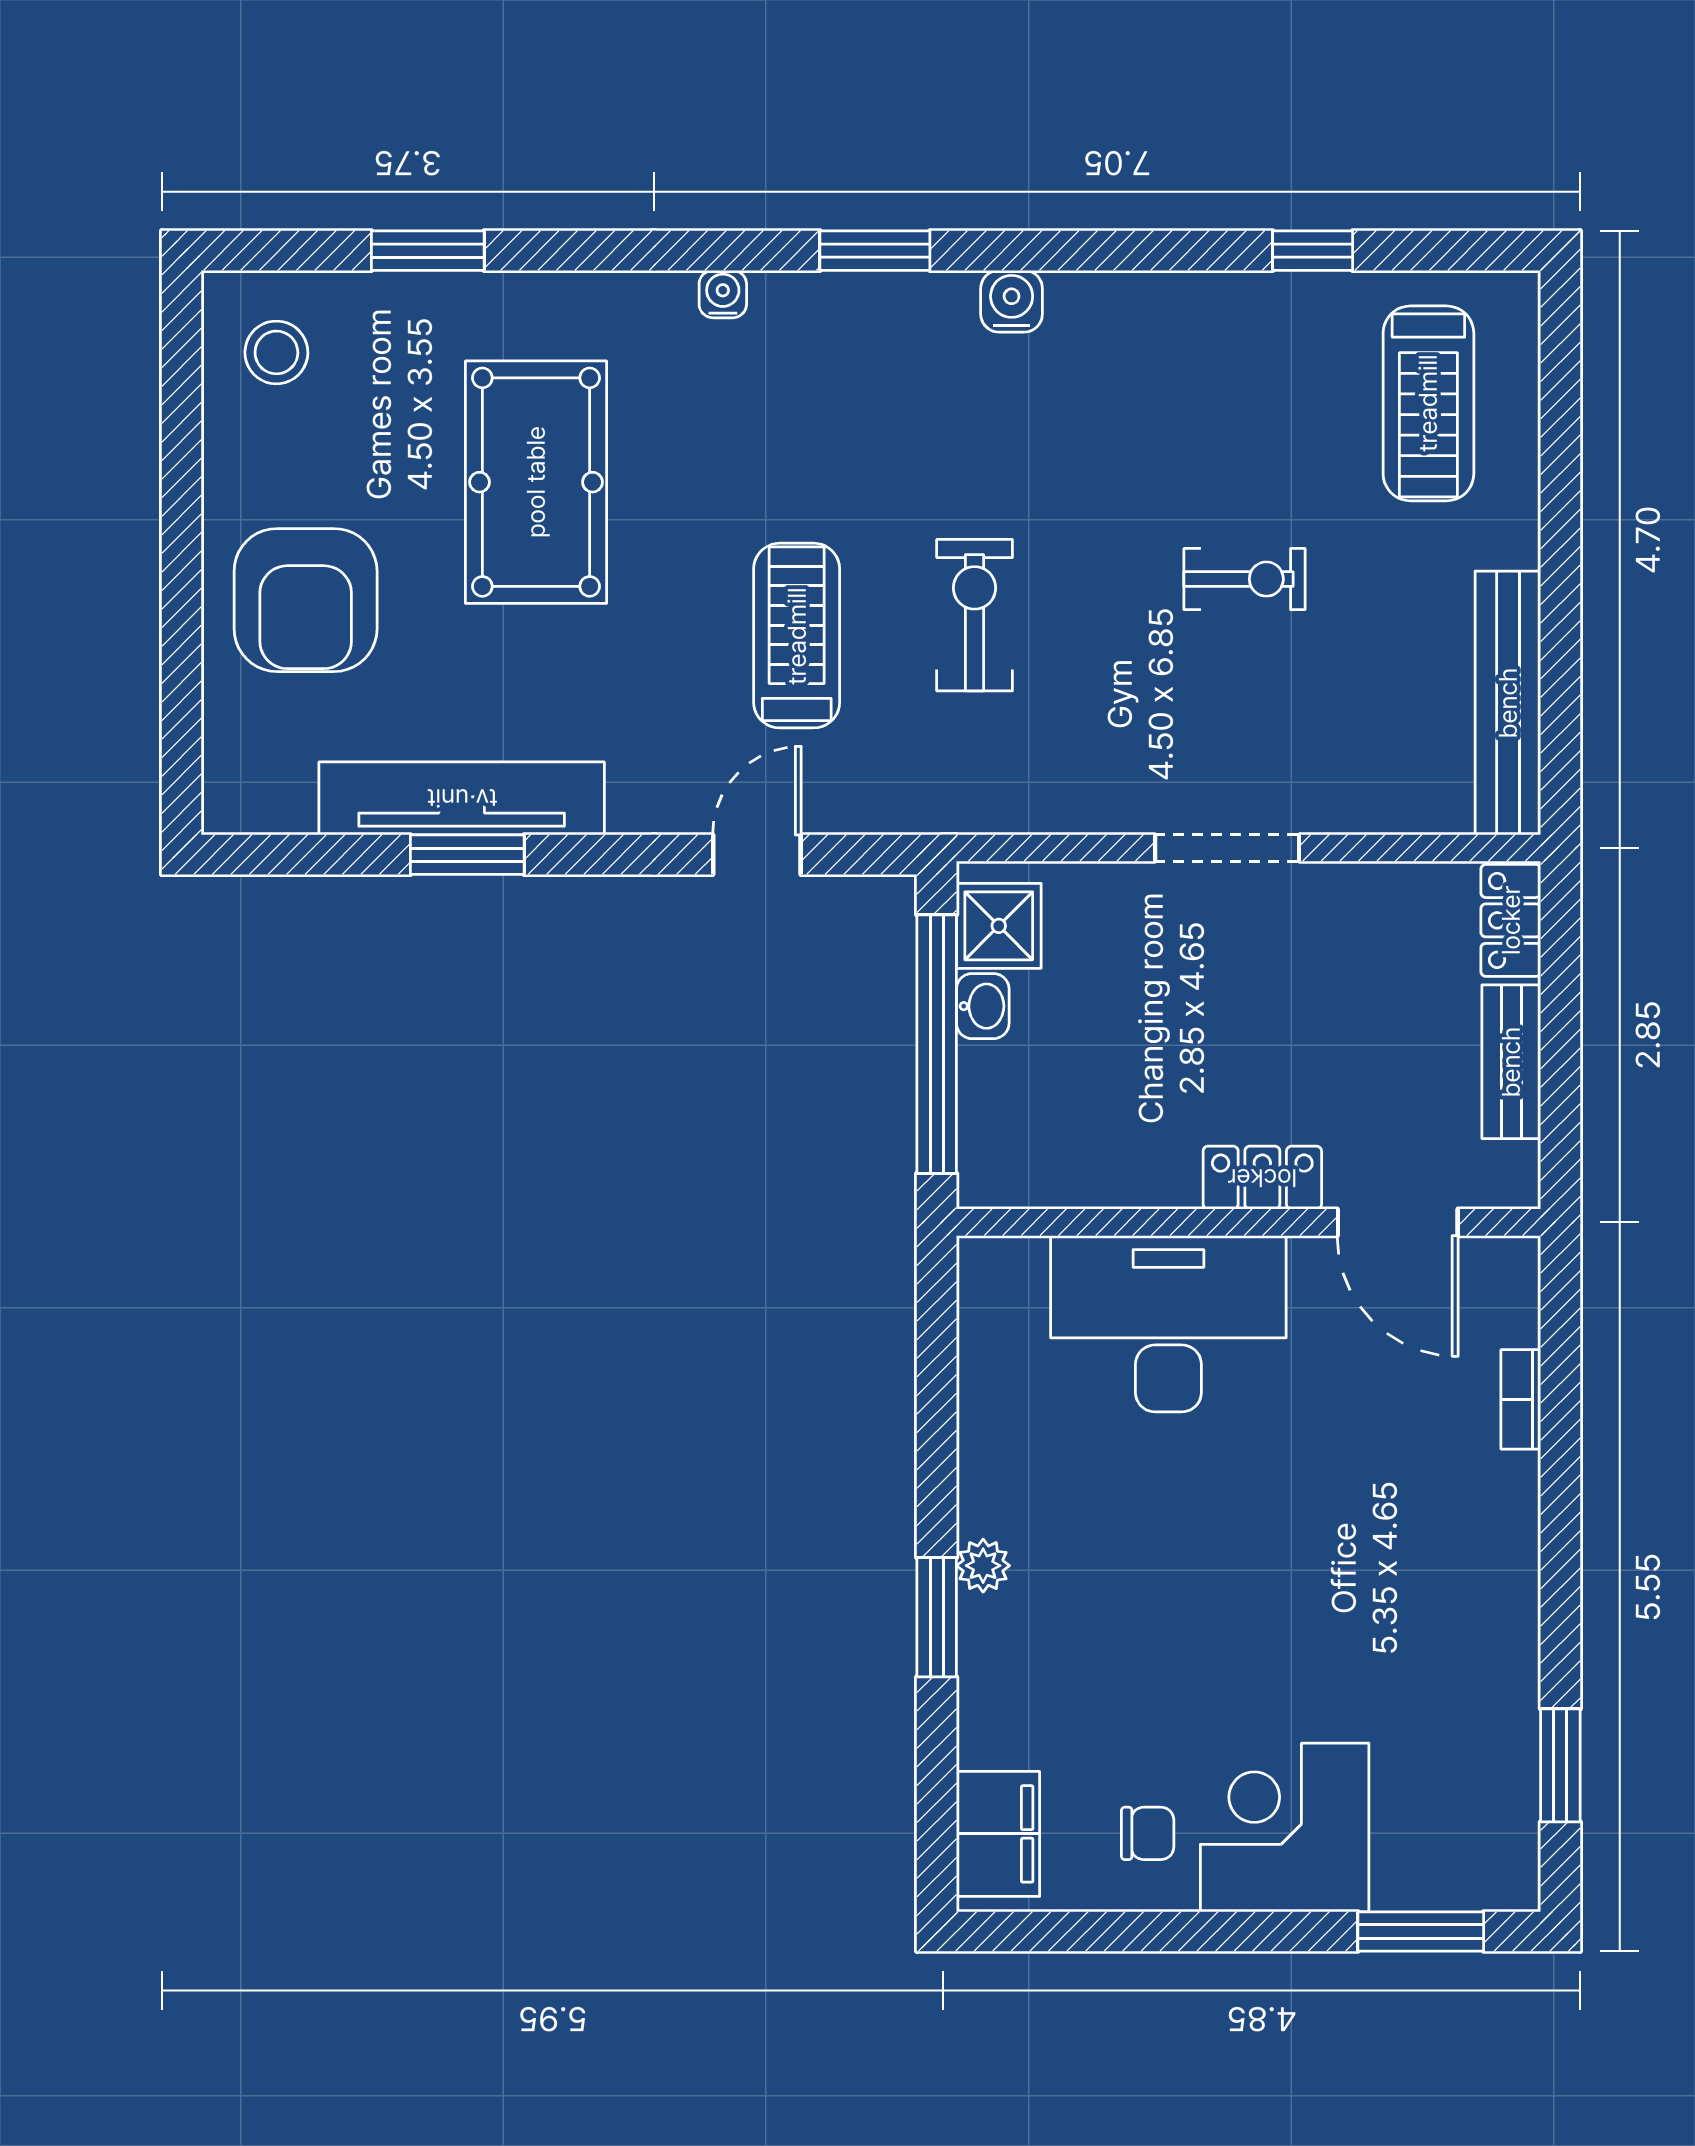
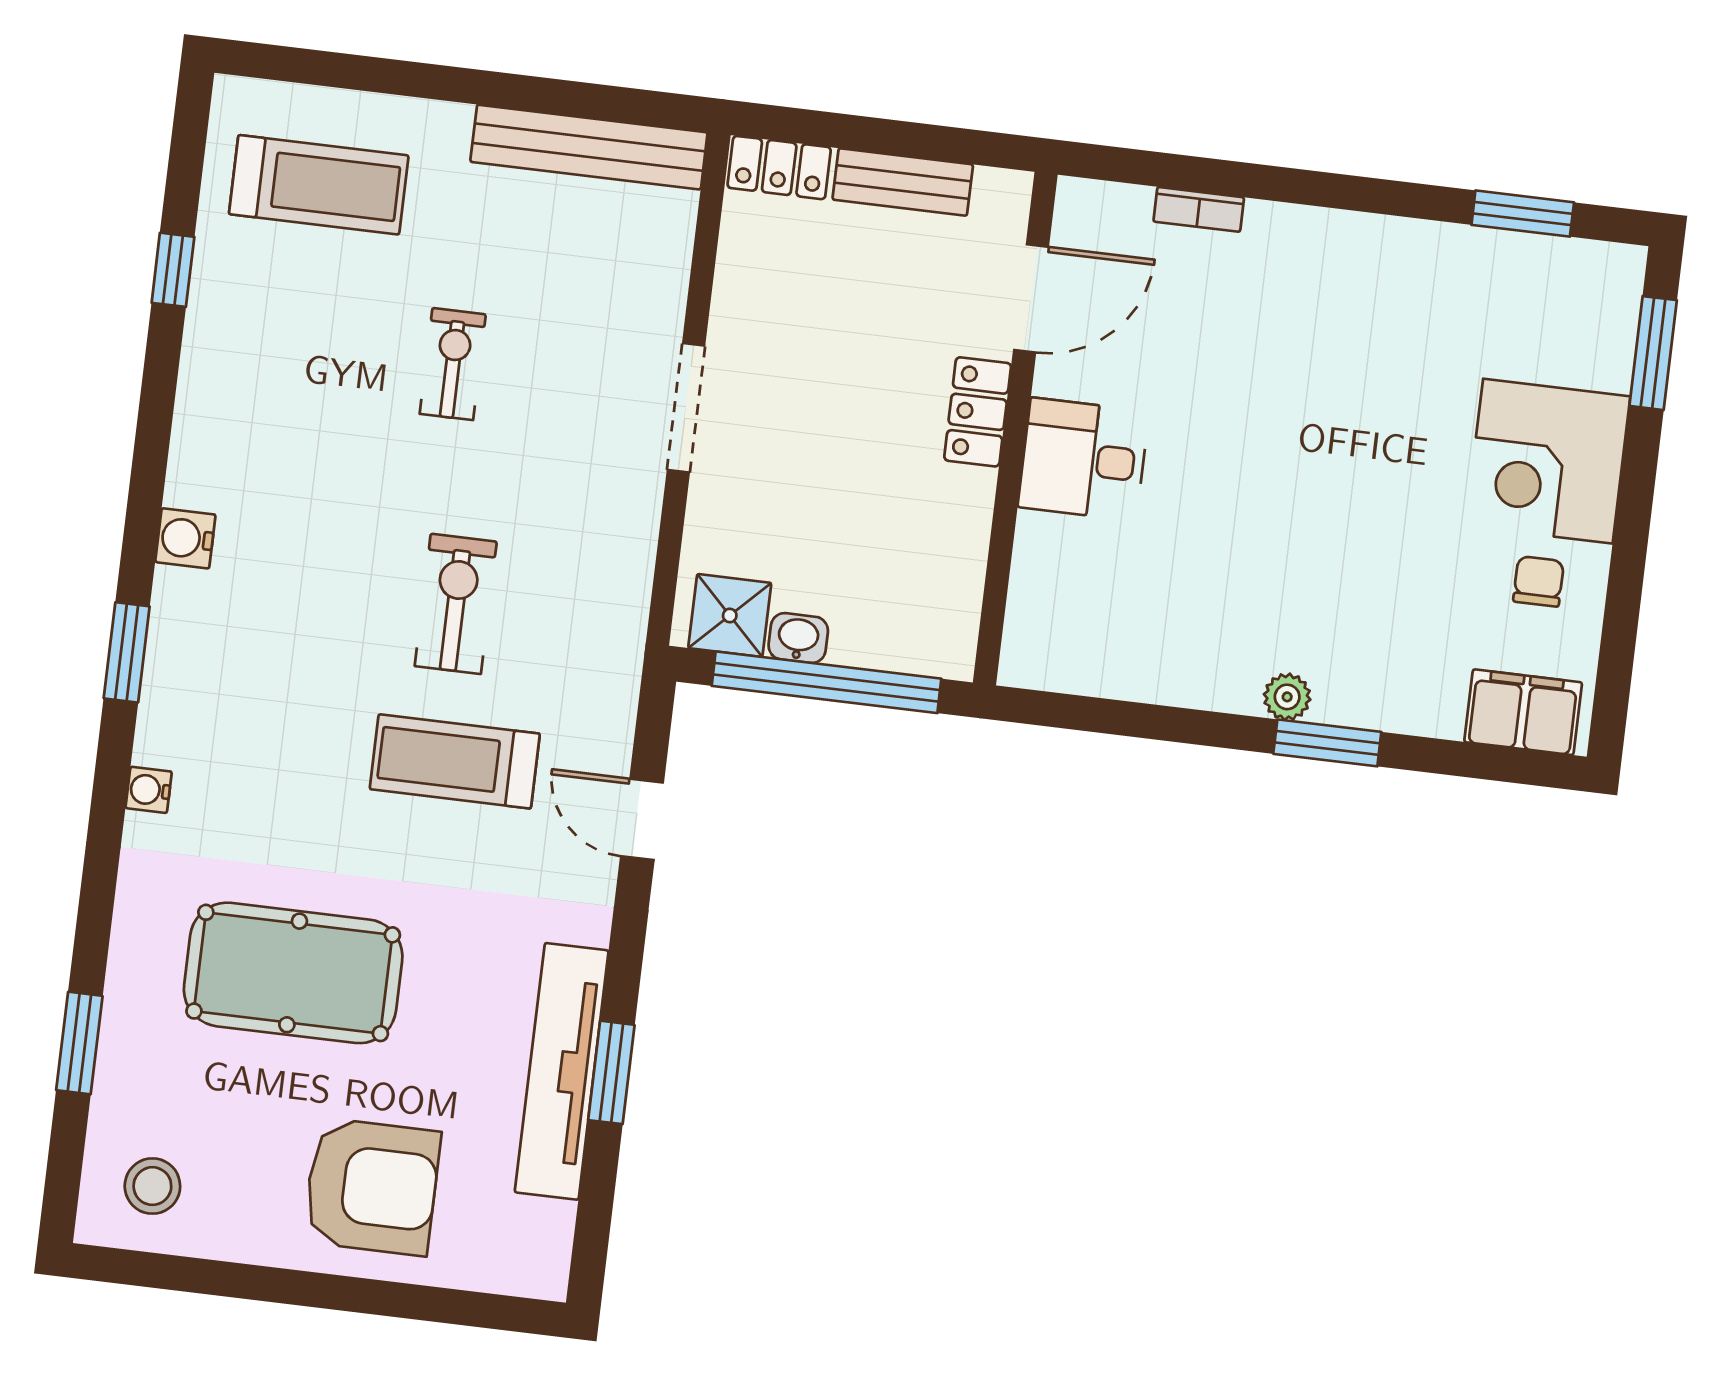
exercise bike: (975, 615) -> (456, 604), turned 90
desk: (1168, 1324) -> (1083, 459), width x0.53, depth x0.77

